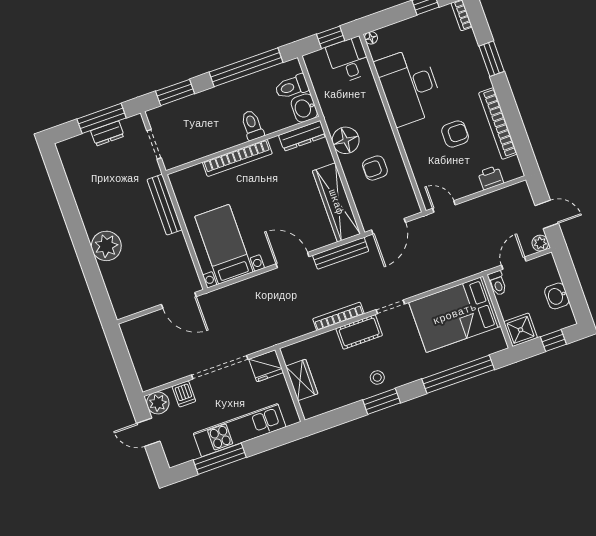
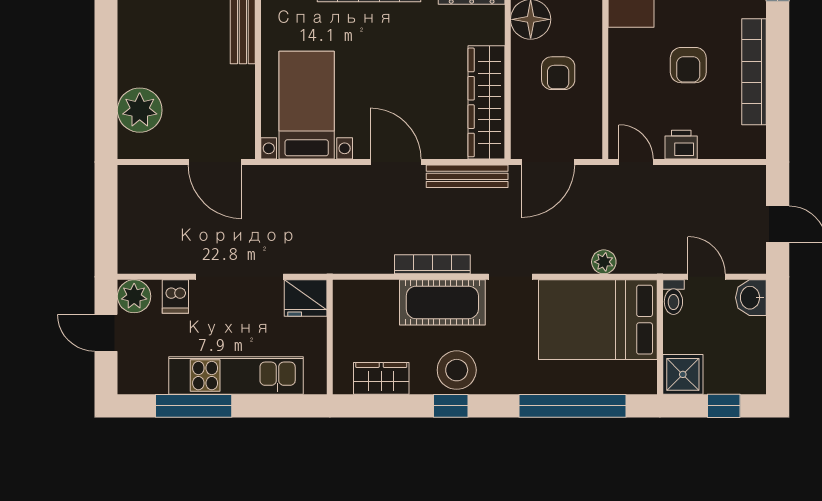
armchair: (455, 134) -> (688, 65), turned 90
armchair: (375, 168) -> (558, 73), turned -90
printer: (491, 178) -> (681, 145), moved
plant: (540, 243) -> (604, 262), moved
plant: (106, 246) -> (140, 110), moved
door: (514, 263) -> (707, 277), hinge flipped
washbasin: (557, 296) -> (751, 298), moved
cot: (359, 332) -> (442, 302), width x1.37, depth x1.34
stool: (377, 377) -> (457, 370), width x1.89, depth x1.89
wardrobe: (302, 380) -> (381, 378), moved, turned -90
window: (382, 401) -> (451, 406), width x0.67

